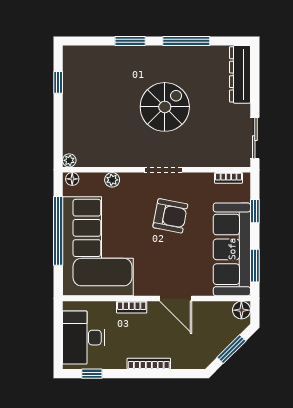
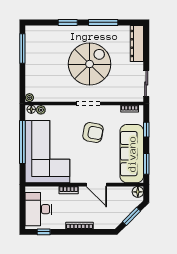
window: (58, 82) -> (22, 49), width x2.17
spiral stairs: (165, 107) -> (90, 64), width x1.37, depth x1.37
plant: (112, 180) -> (41, 110), moved

